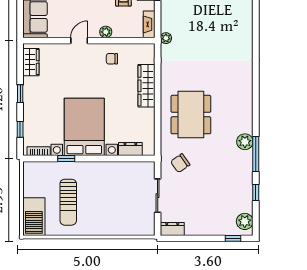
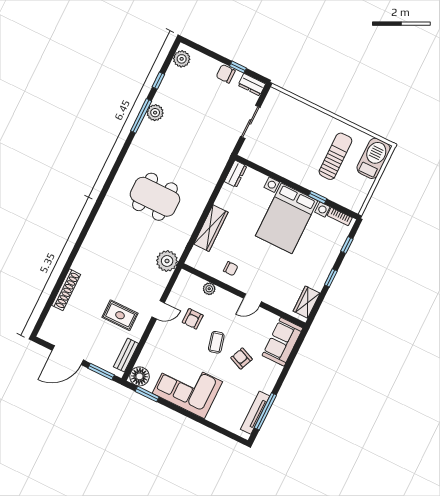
fireplace: (149, 24) -> (181, 283), removed
plant: (106, 32) -> (209, 289), moved
plant: (166, 38) -> (167, 261), width x1.87, depth x1.87
dining table: (191, 115) -> (155, 197), moved, turned 90
plant: (245, 142) -> (155, 113), moved
dresser: (130, 149) -> (236, 174), moved, turned -90
chair: (180, 163) -> (226, 74), moved, turned -145
window: (233, 238) -> (238, 67), moved

